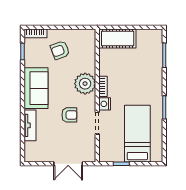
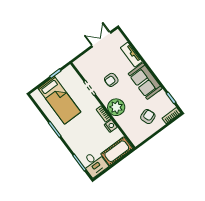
desk: (150, 43) -> (94, 164), added
nightstand: (105, 104) -> (111, 126), moved
double door: (68, 164) -> (101, 39), moved

